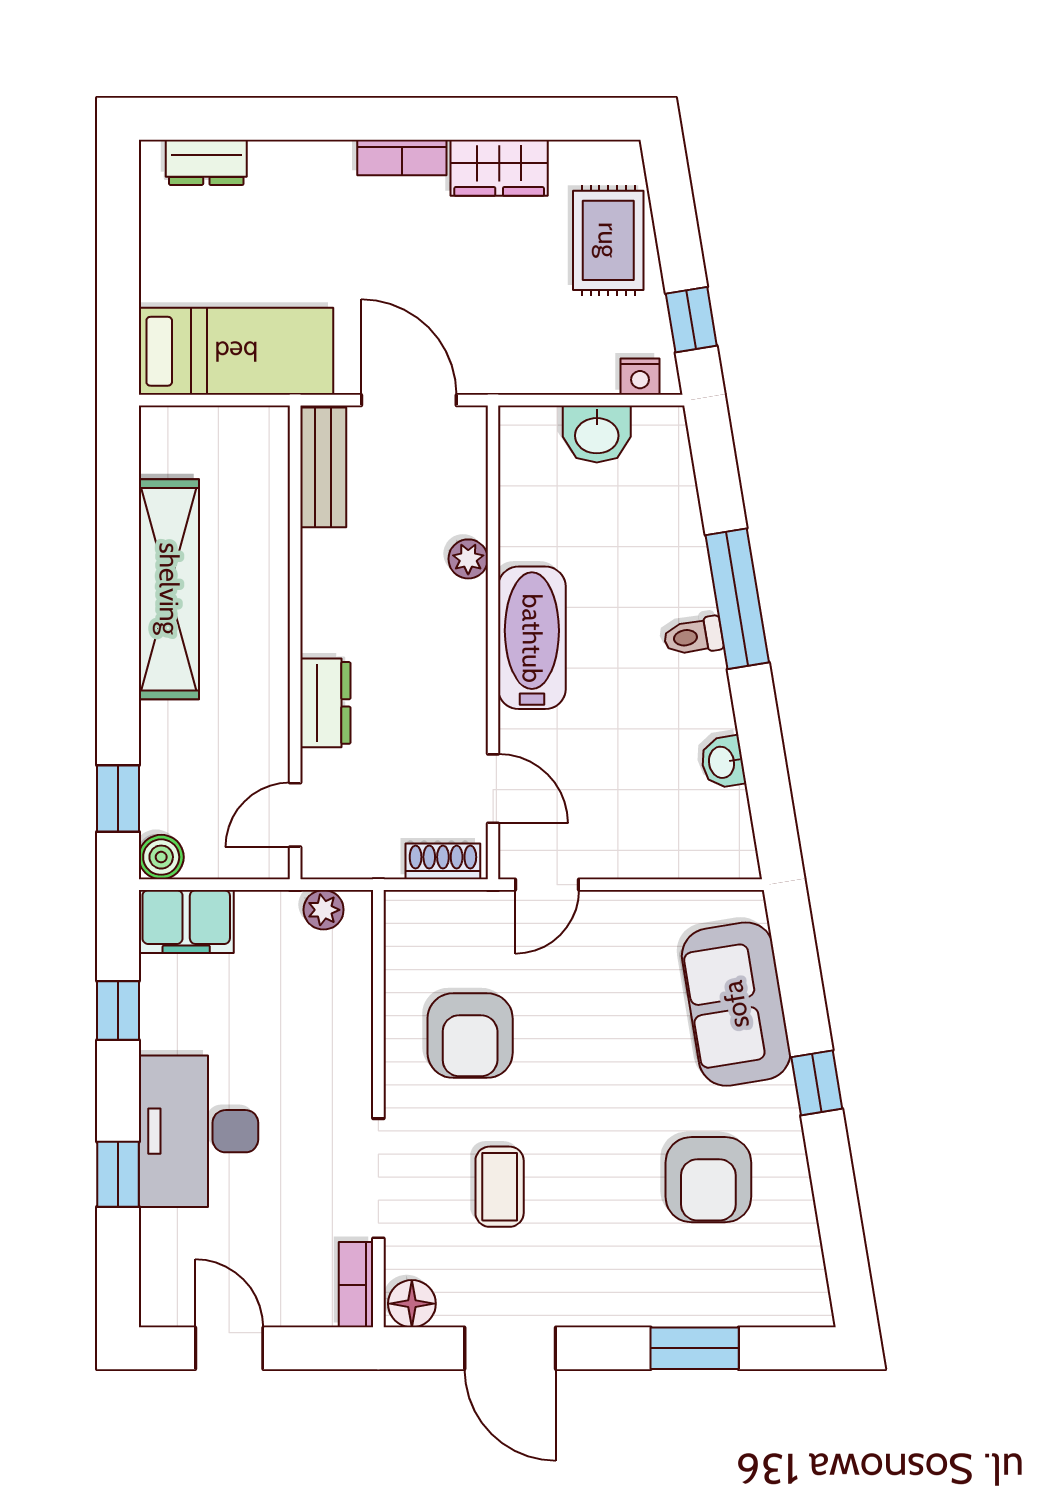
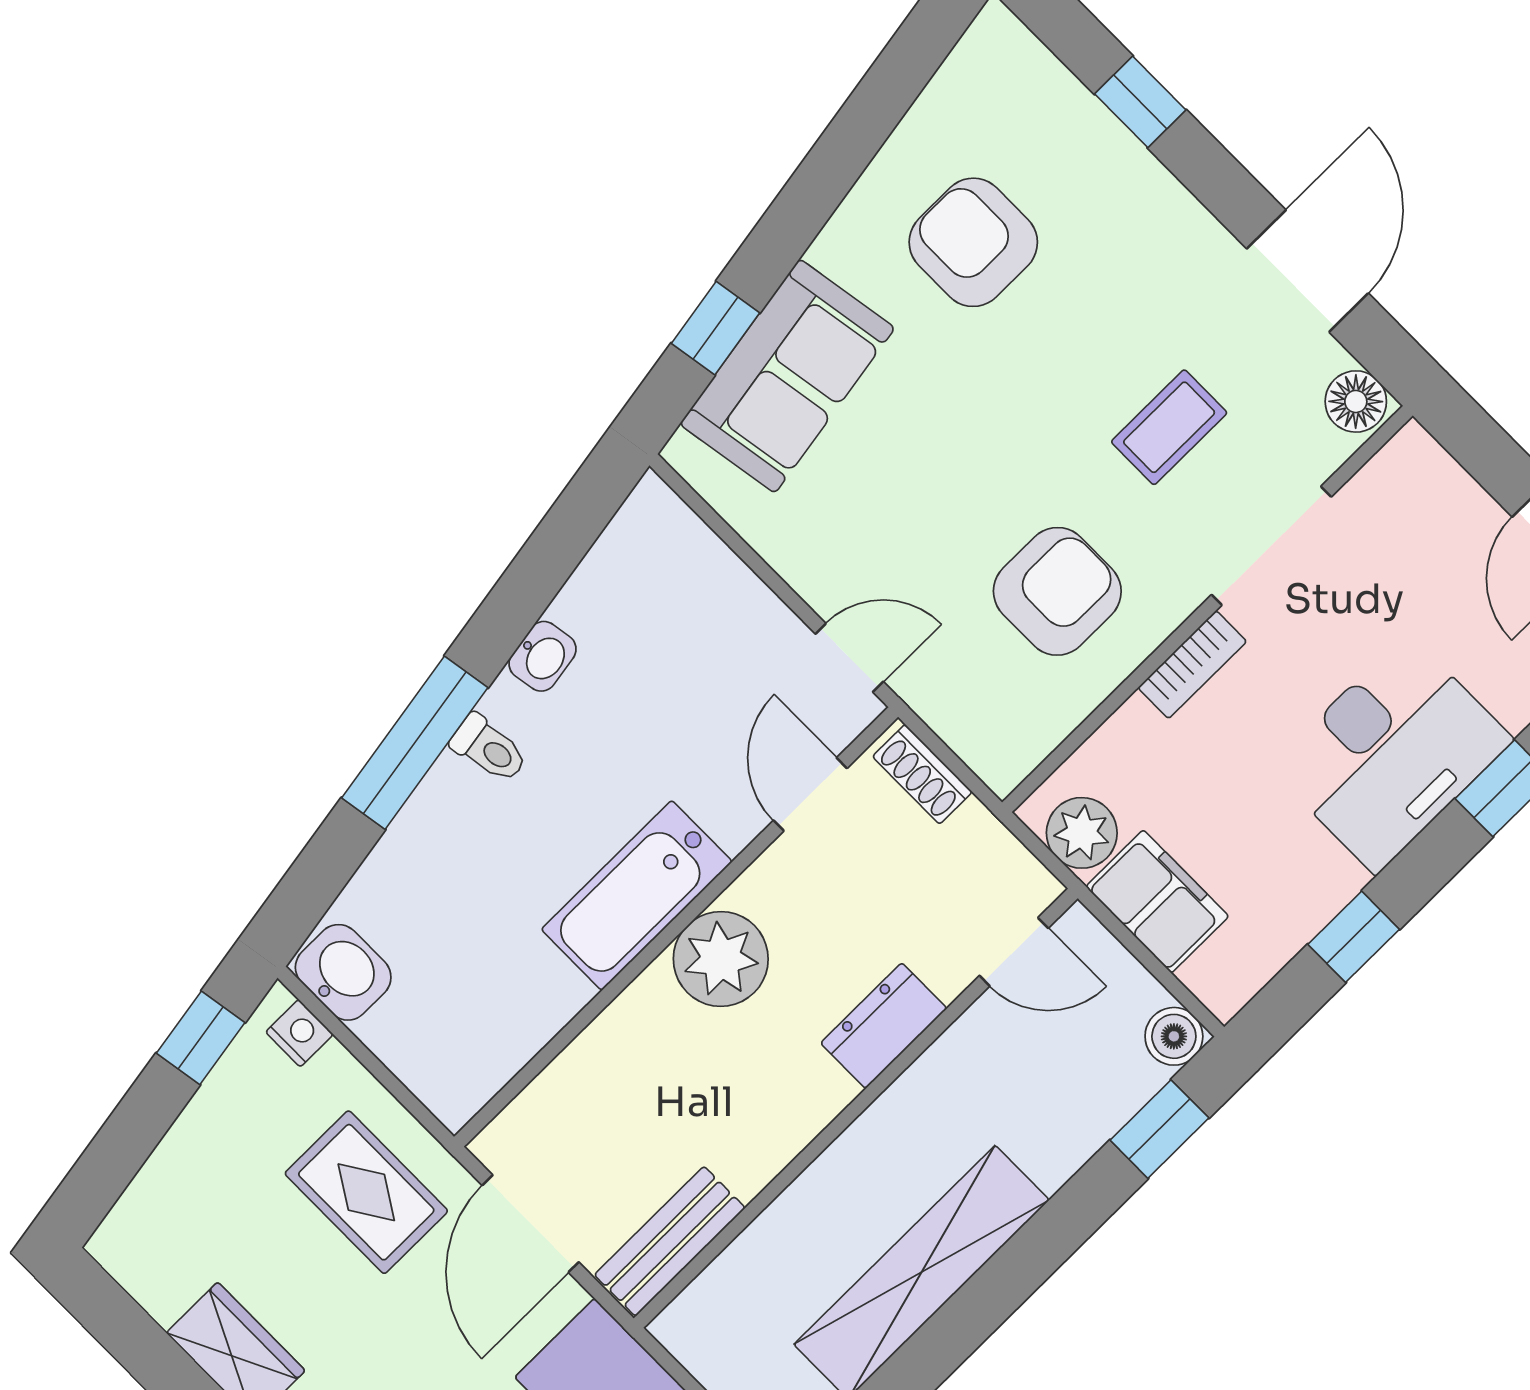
rug: (608, 240) -> (366, 1192), moved, turned 90
washbasin: (597, 434) -> (343, 972), moved
plant: (468, 559) -> (721, 959), moved, width x1.88, depth x1.88
washbasin: (723, 762) -> (542, 656), moved
plant: (324, 910) -> (1082, 833), width x1.38, depth x1.38
filing cabinet: (186, 921) -> (1157, 901), moved
window: (817, 1083) -> (716, 328), moved
armchair: (708, 1180) -> (973, 242), turned -90
bookcase: (356, 1285) -> (1192, 665), moved
window: (695, 1348) -> (1140, 102), width x0.67

